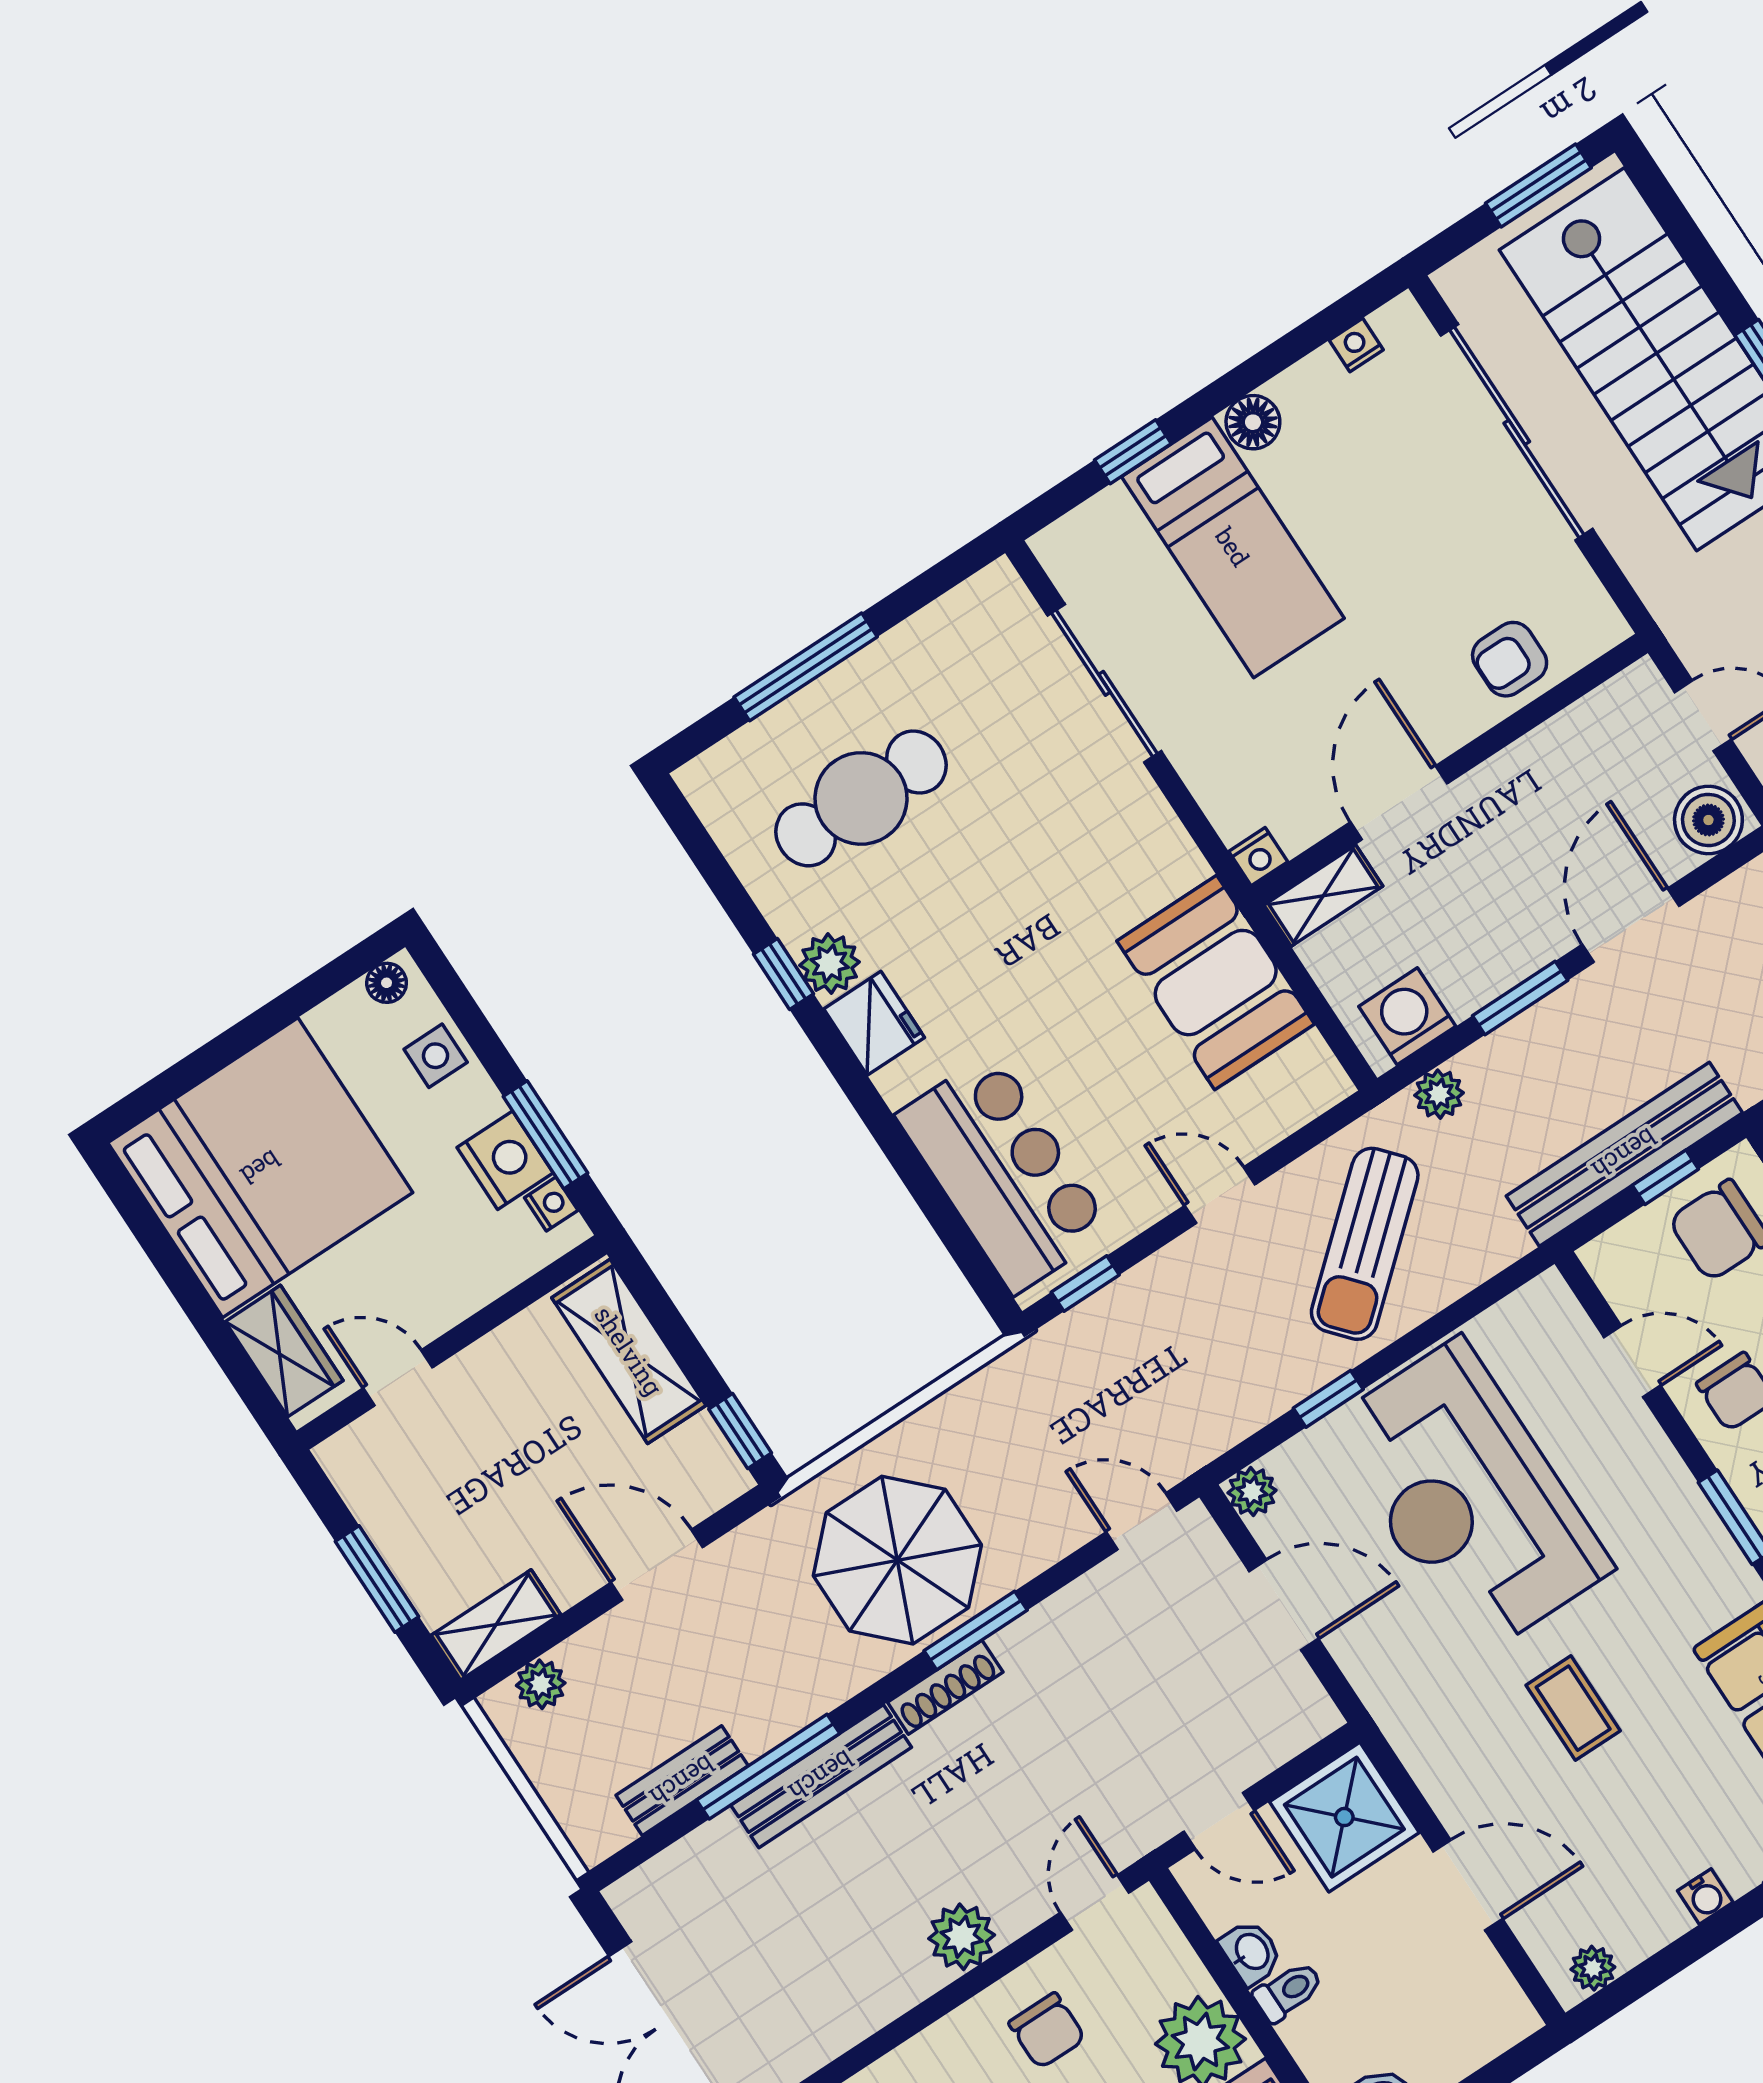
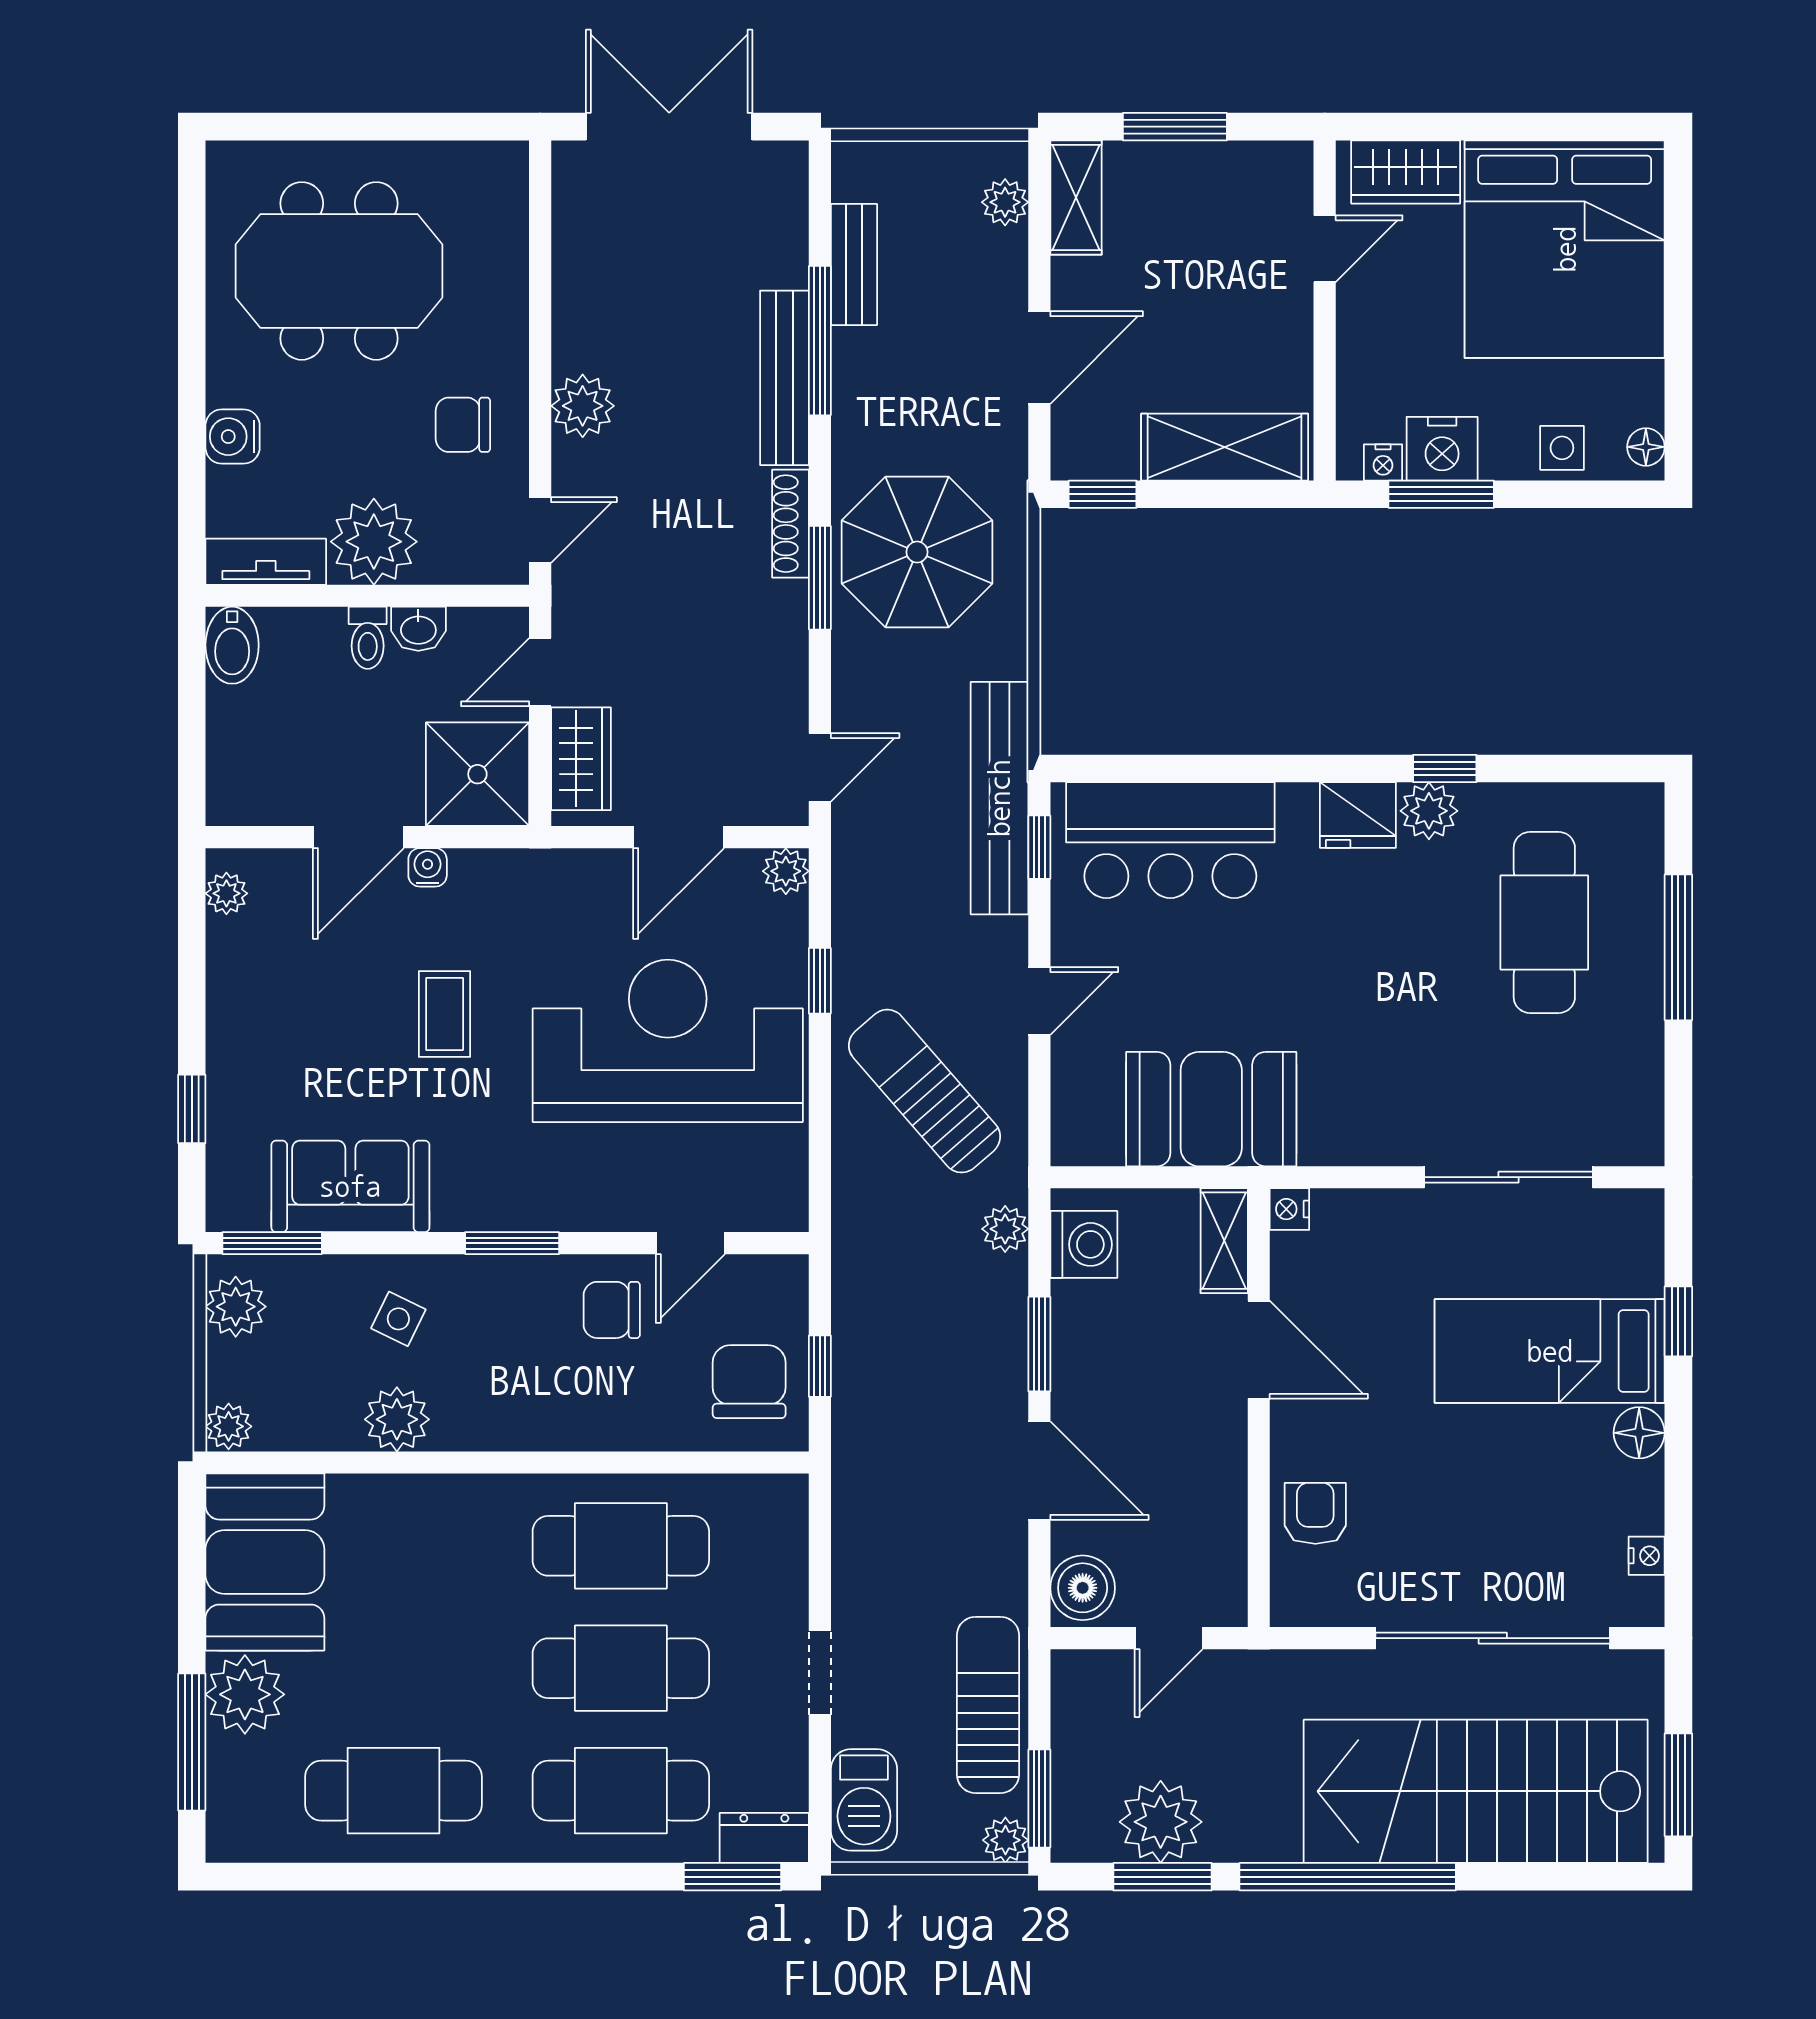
bench: (1624, 1154) -> (999, 798), moved
coffee table: (1573, 1708) -> (445, 1014), turned 90
wardrobe: (1271, 1735) -> (581, 759), added
water cooler: (1705, 1897) -> (428, 867), moved, turned 90
door: (1095, 1903) -> (540, 530), hinge flipped

